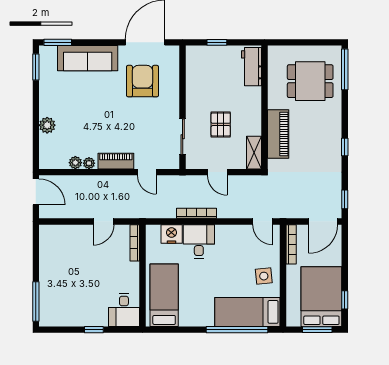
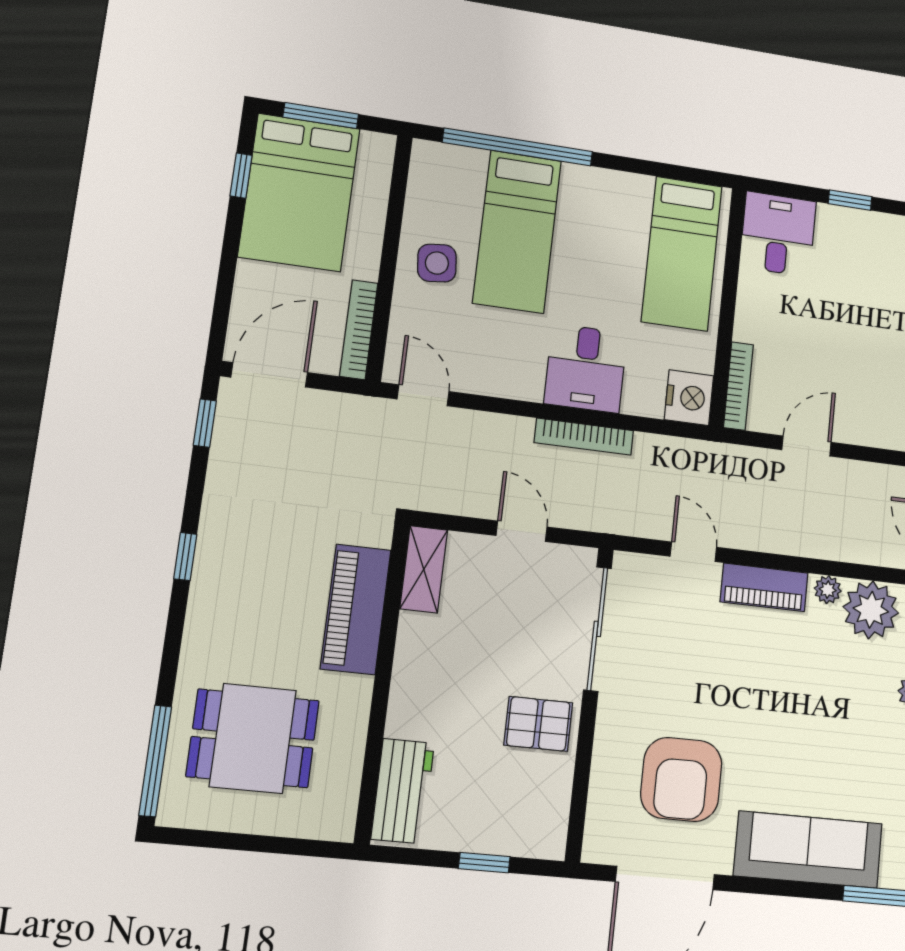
pallet: (221, 124) -> (538, 724), moved, turned 90
sliding door: (183, 137) -> (597, 629), width x1.37
plant: (75, 163) -> (871, 610), width x1.87, depth x1.87
nightstand: (172, 234) -> (689, 398), moved, turned -90
bed: (247, 312) -> (517, 232), moved, turned 90

